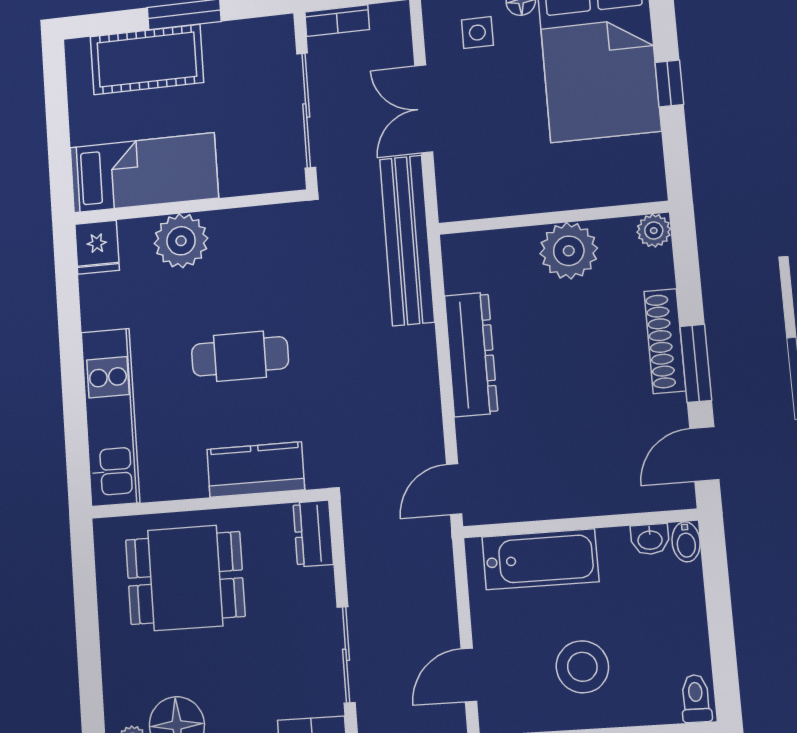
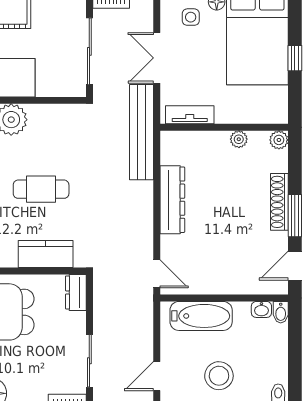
tv unit: (490, 202) -> (190, 115), added
plant: (569, 251) -> (239, 139), width x0.53, depth x0.53
door: (454, 489) -> (157, 274), swing flipped

